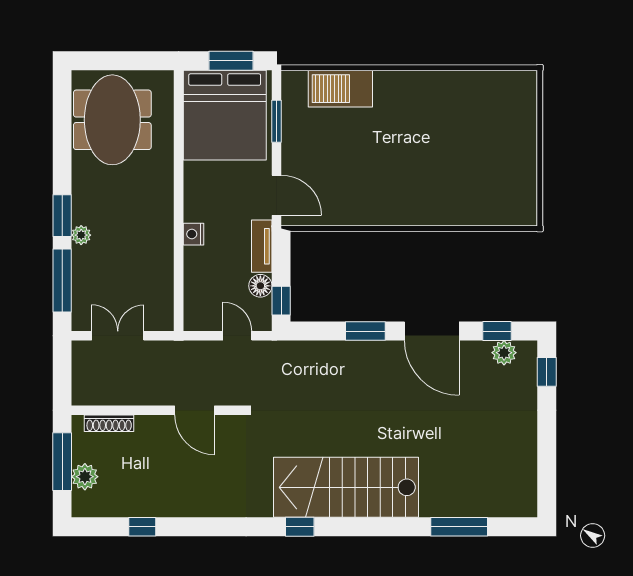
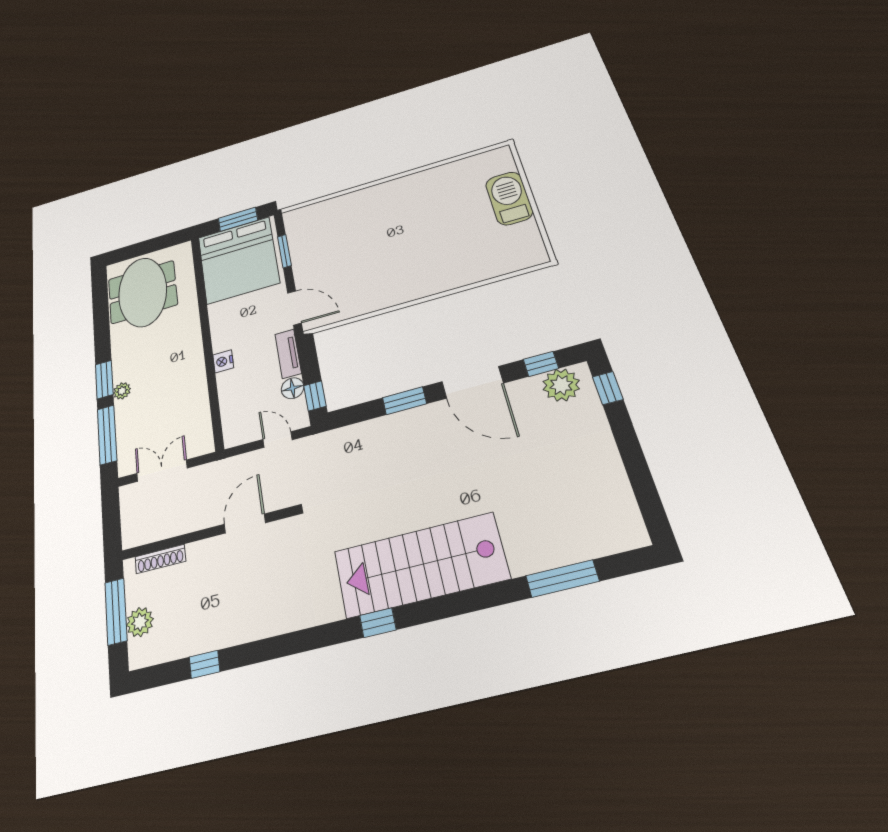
barbecue: (340, 89) -> (509, 198), moved, turned 90
plant: (504, 353) -> (561, 385), width x1.36, depth x1.36
door: (194, 410) -> (245, 524), swing flipped

